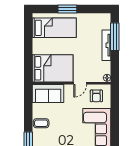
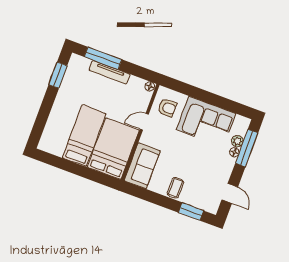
window: (67, 9) -> (58, 75), moved
bed: (54, 28) -> (84, 136), moved
door: (80, 83) -> (144, 122), swing flipped

